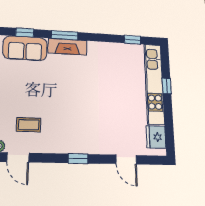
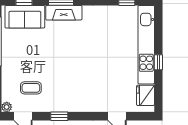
window: (167, 86) -> (158, 62), moved
window: (78, 159) -> (59, 116), moved

